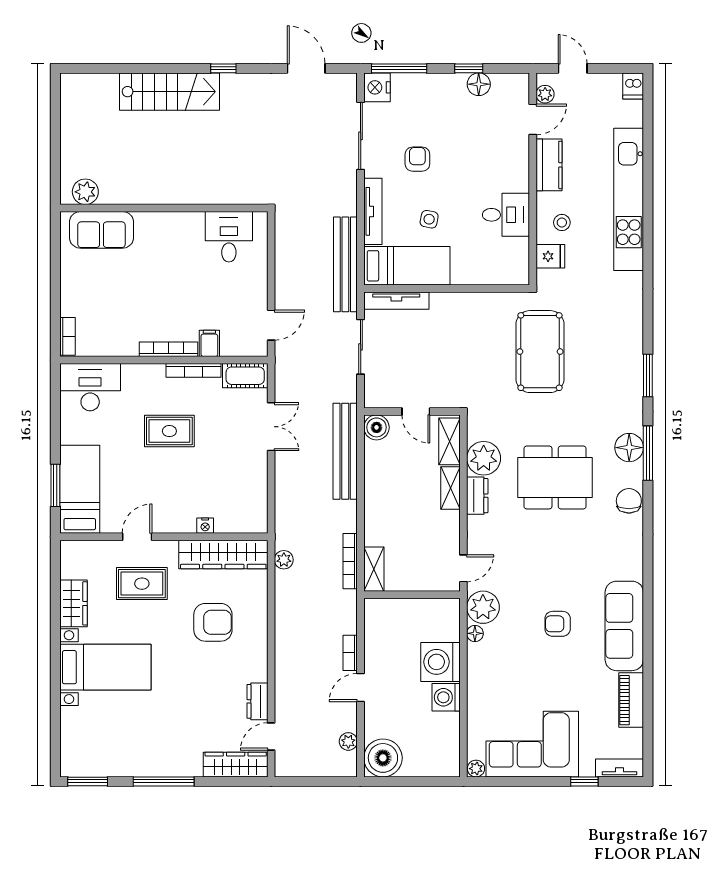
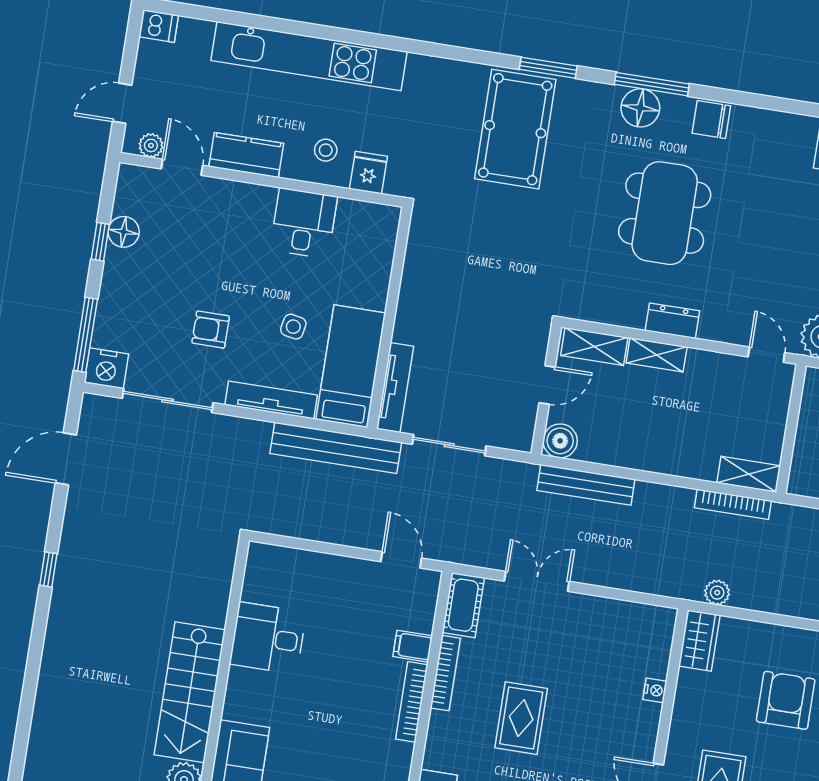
stairs: (169, 92) -> (190, 692), moved, turned 180
desk: (229, 237) -> (268, 638), moved
pool table: (540, 352) -> (515, 129), moved, turned 90
bench: (345, 451) -> (586, 485), width x0.73, depth x0.82
plant: (484, 458) -> (624, 304), removed
wardrobe: (223, 554) -> (699, 641), width x0.48, depth x0.85

